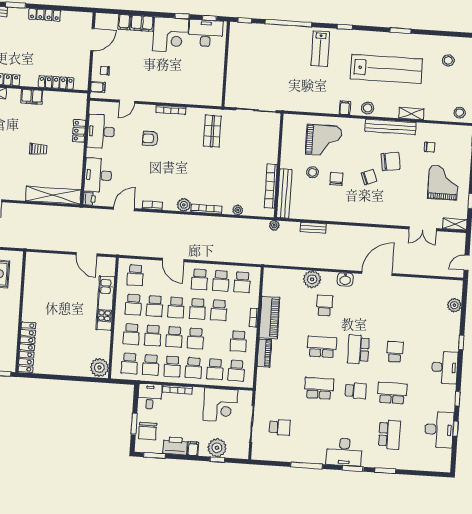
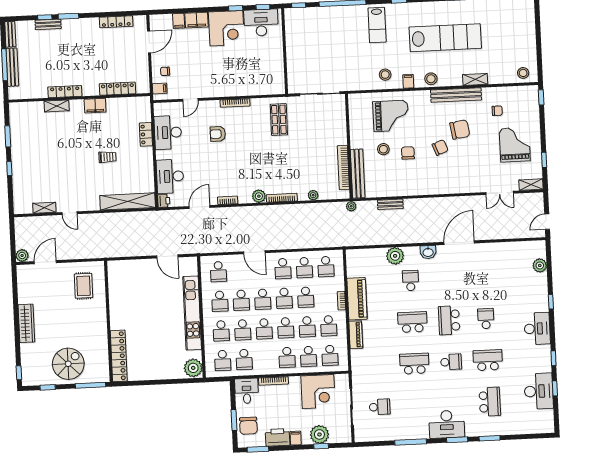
locker: (45, 15) -> (116, 22), moved
stool: (448, 60) -> (385, 75), moved
kitchen unit: (105, 303) -> (192, 313), width x1.36
school desk: (172, 366) -> (307, 327), moved

